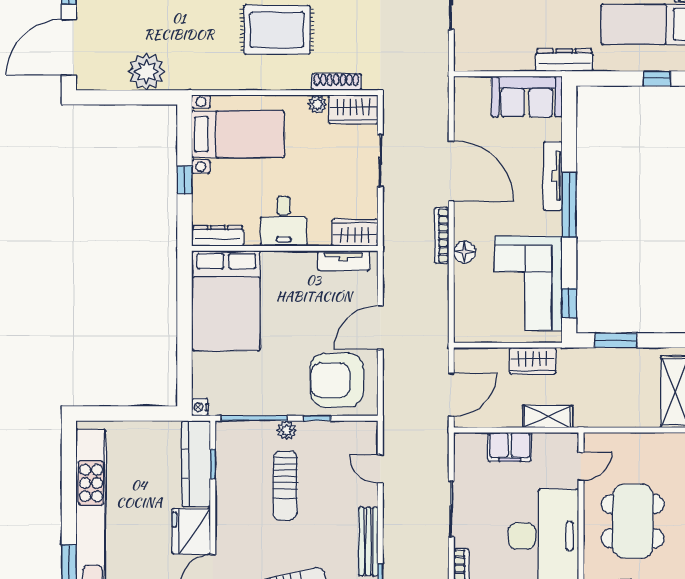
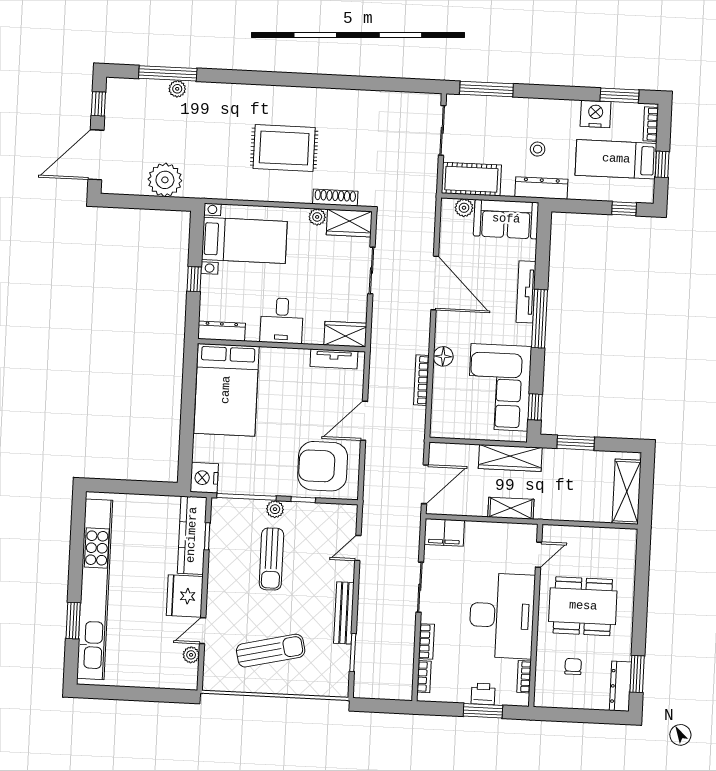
stool: (558, 17) -> (538, 149), added
cot: (486, 54) -> (471, 179), added
plant: (480, 86) -> (464, 208), added
bookcase: (442, 235) -> (421, 380), moved
wardrobe: (533, 361) -> (510, 458), width x1.50
nightstand: (200, 407) -> (204, 478), width x1.89, depth x1.79
filing cabinet: (510, 447) -> (444, 532), moved
door: (380, 469) -> (358, 548), hinge flipped
dining table: (633, 521) -> (583, 606), turned 90

